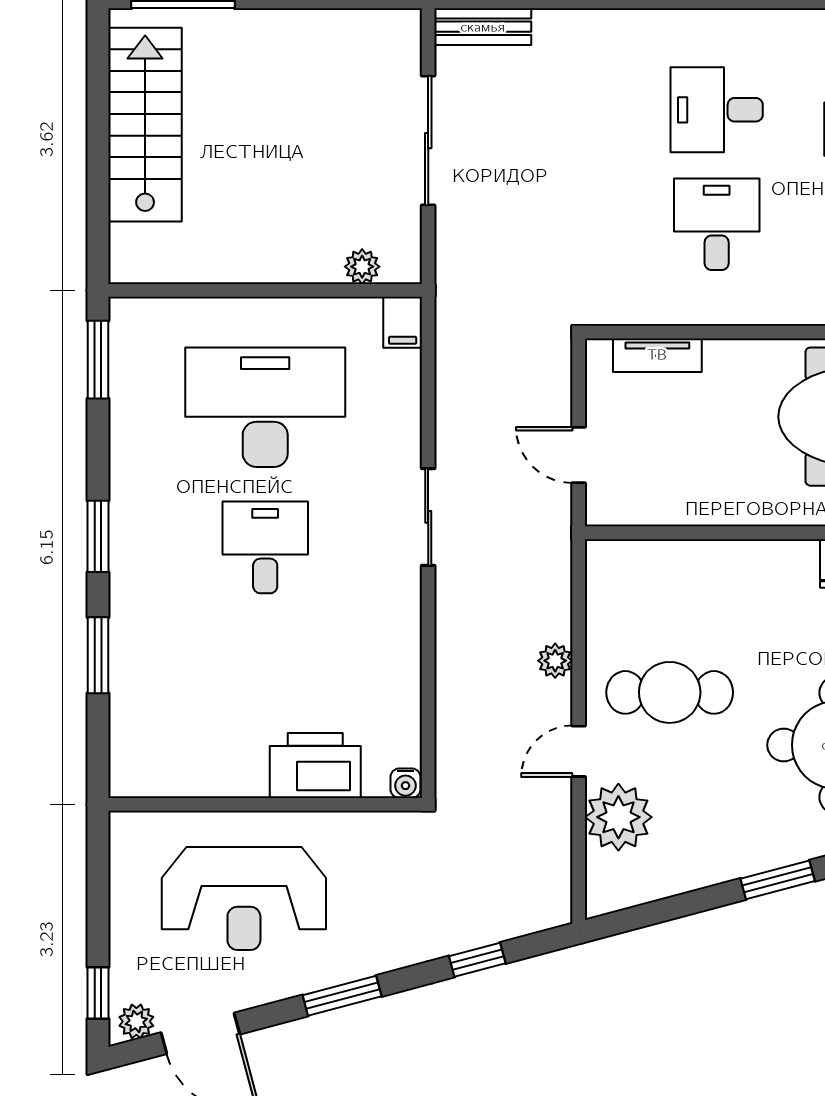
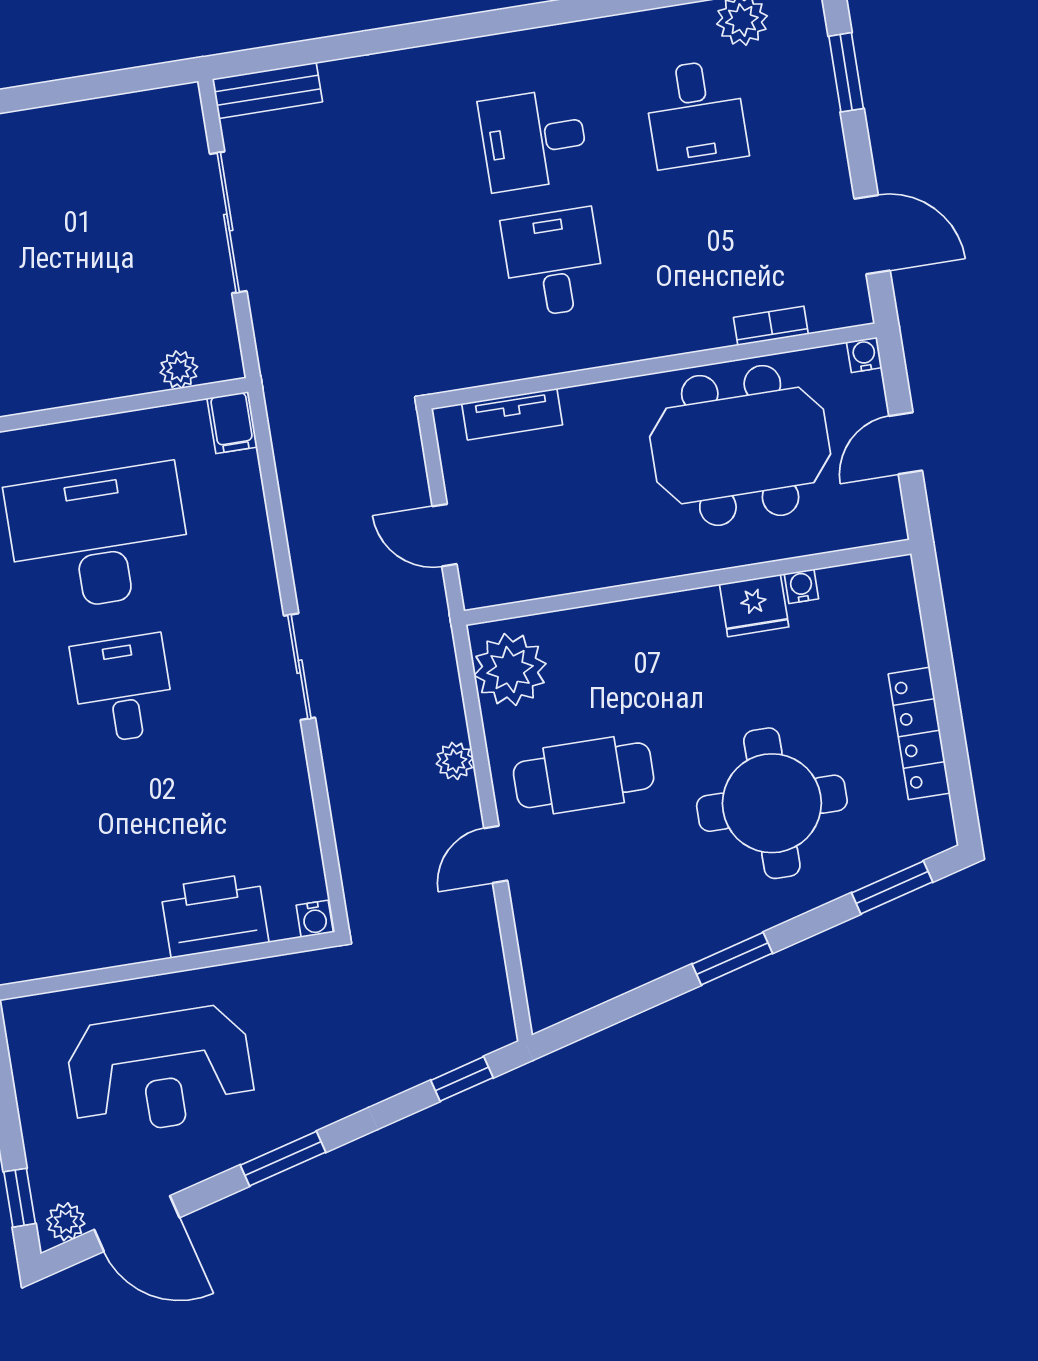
sliding door: (428, 517) -> (299, 667), moved
plant: (618, 817) -> (510, 670), moved
window: (477, 960) -> (462, 1079), moved

